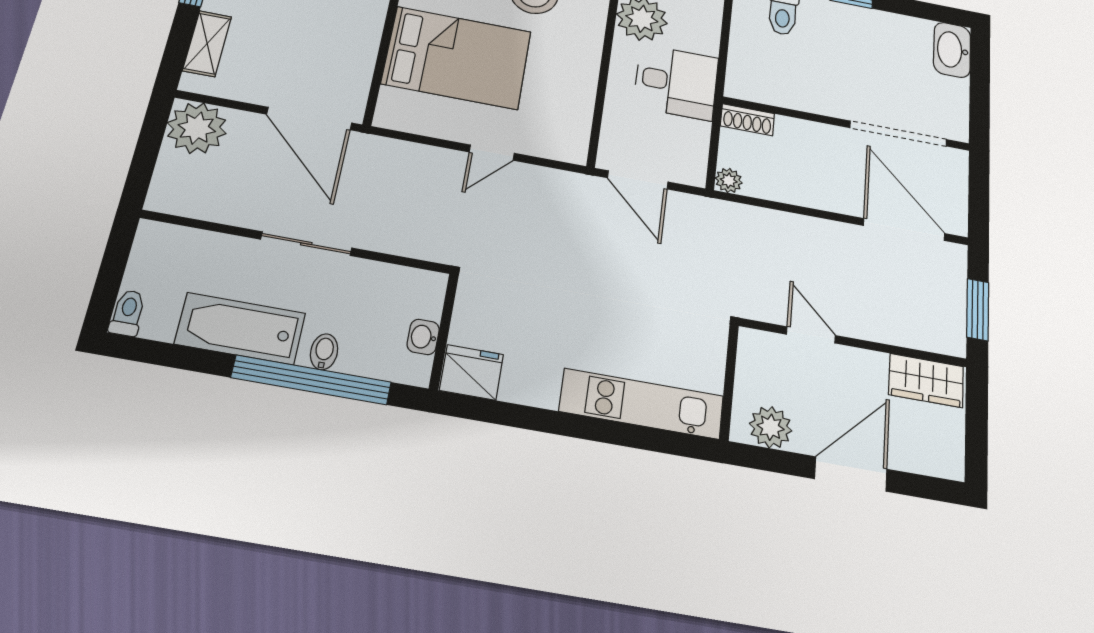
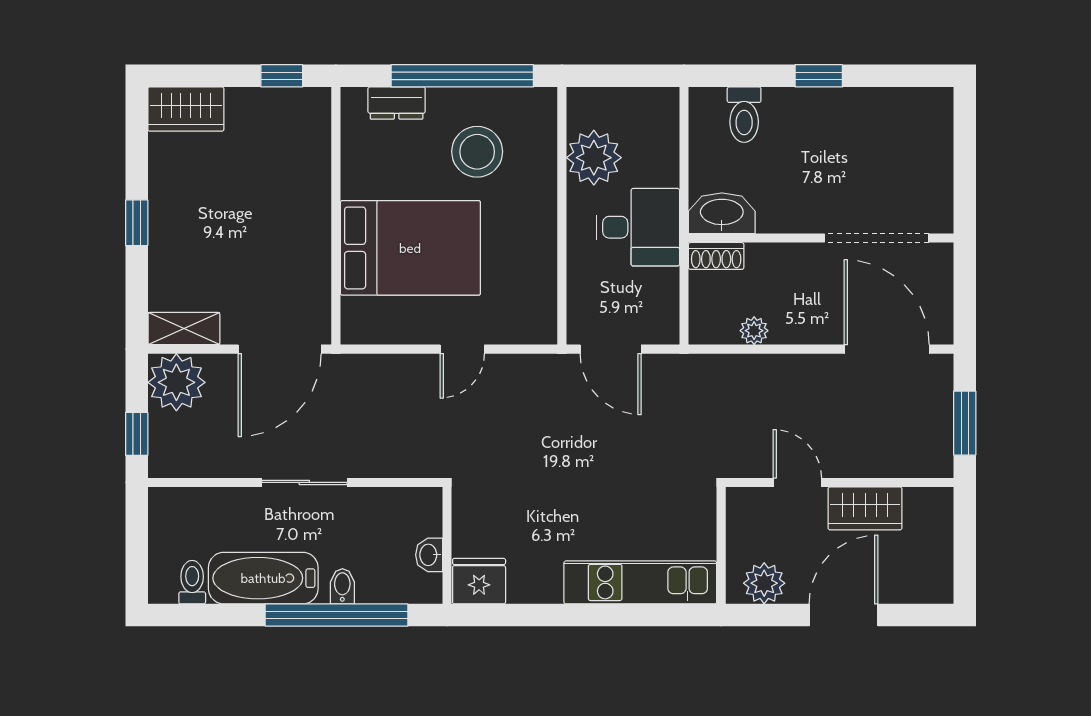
shelving: (207, 44) -> (184, 329), moved, turned 90
washbasin: (952, 50) -> (722, 213), moved, turned 90
door: (309, 119) -> (280, 349), hinge flipped
window: (142, 167) -> (137, 434), added
plant: (729, 180) -> (754, 331), moved
toilet: (128, 313) -> (192, 582), moved
wardrobe: (926, 381) -> (865, 508), moved

